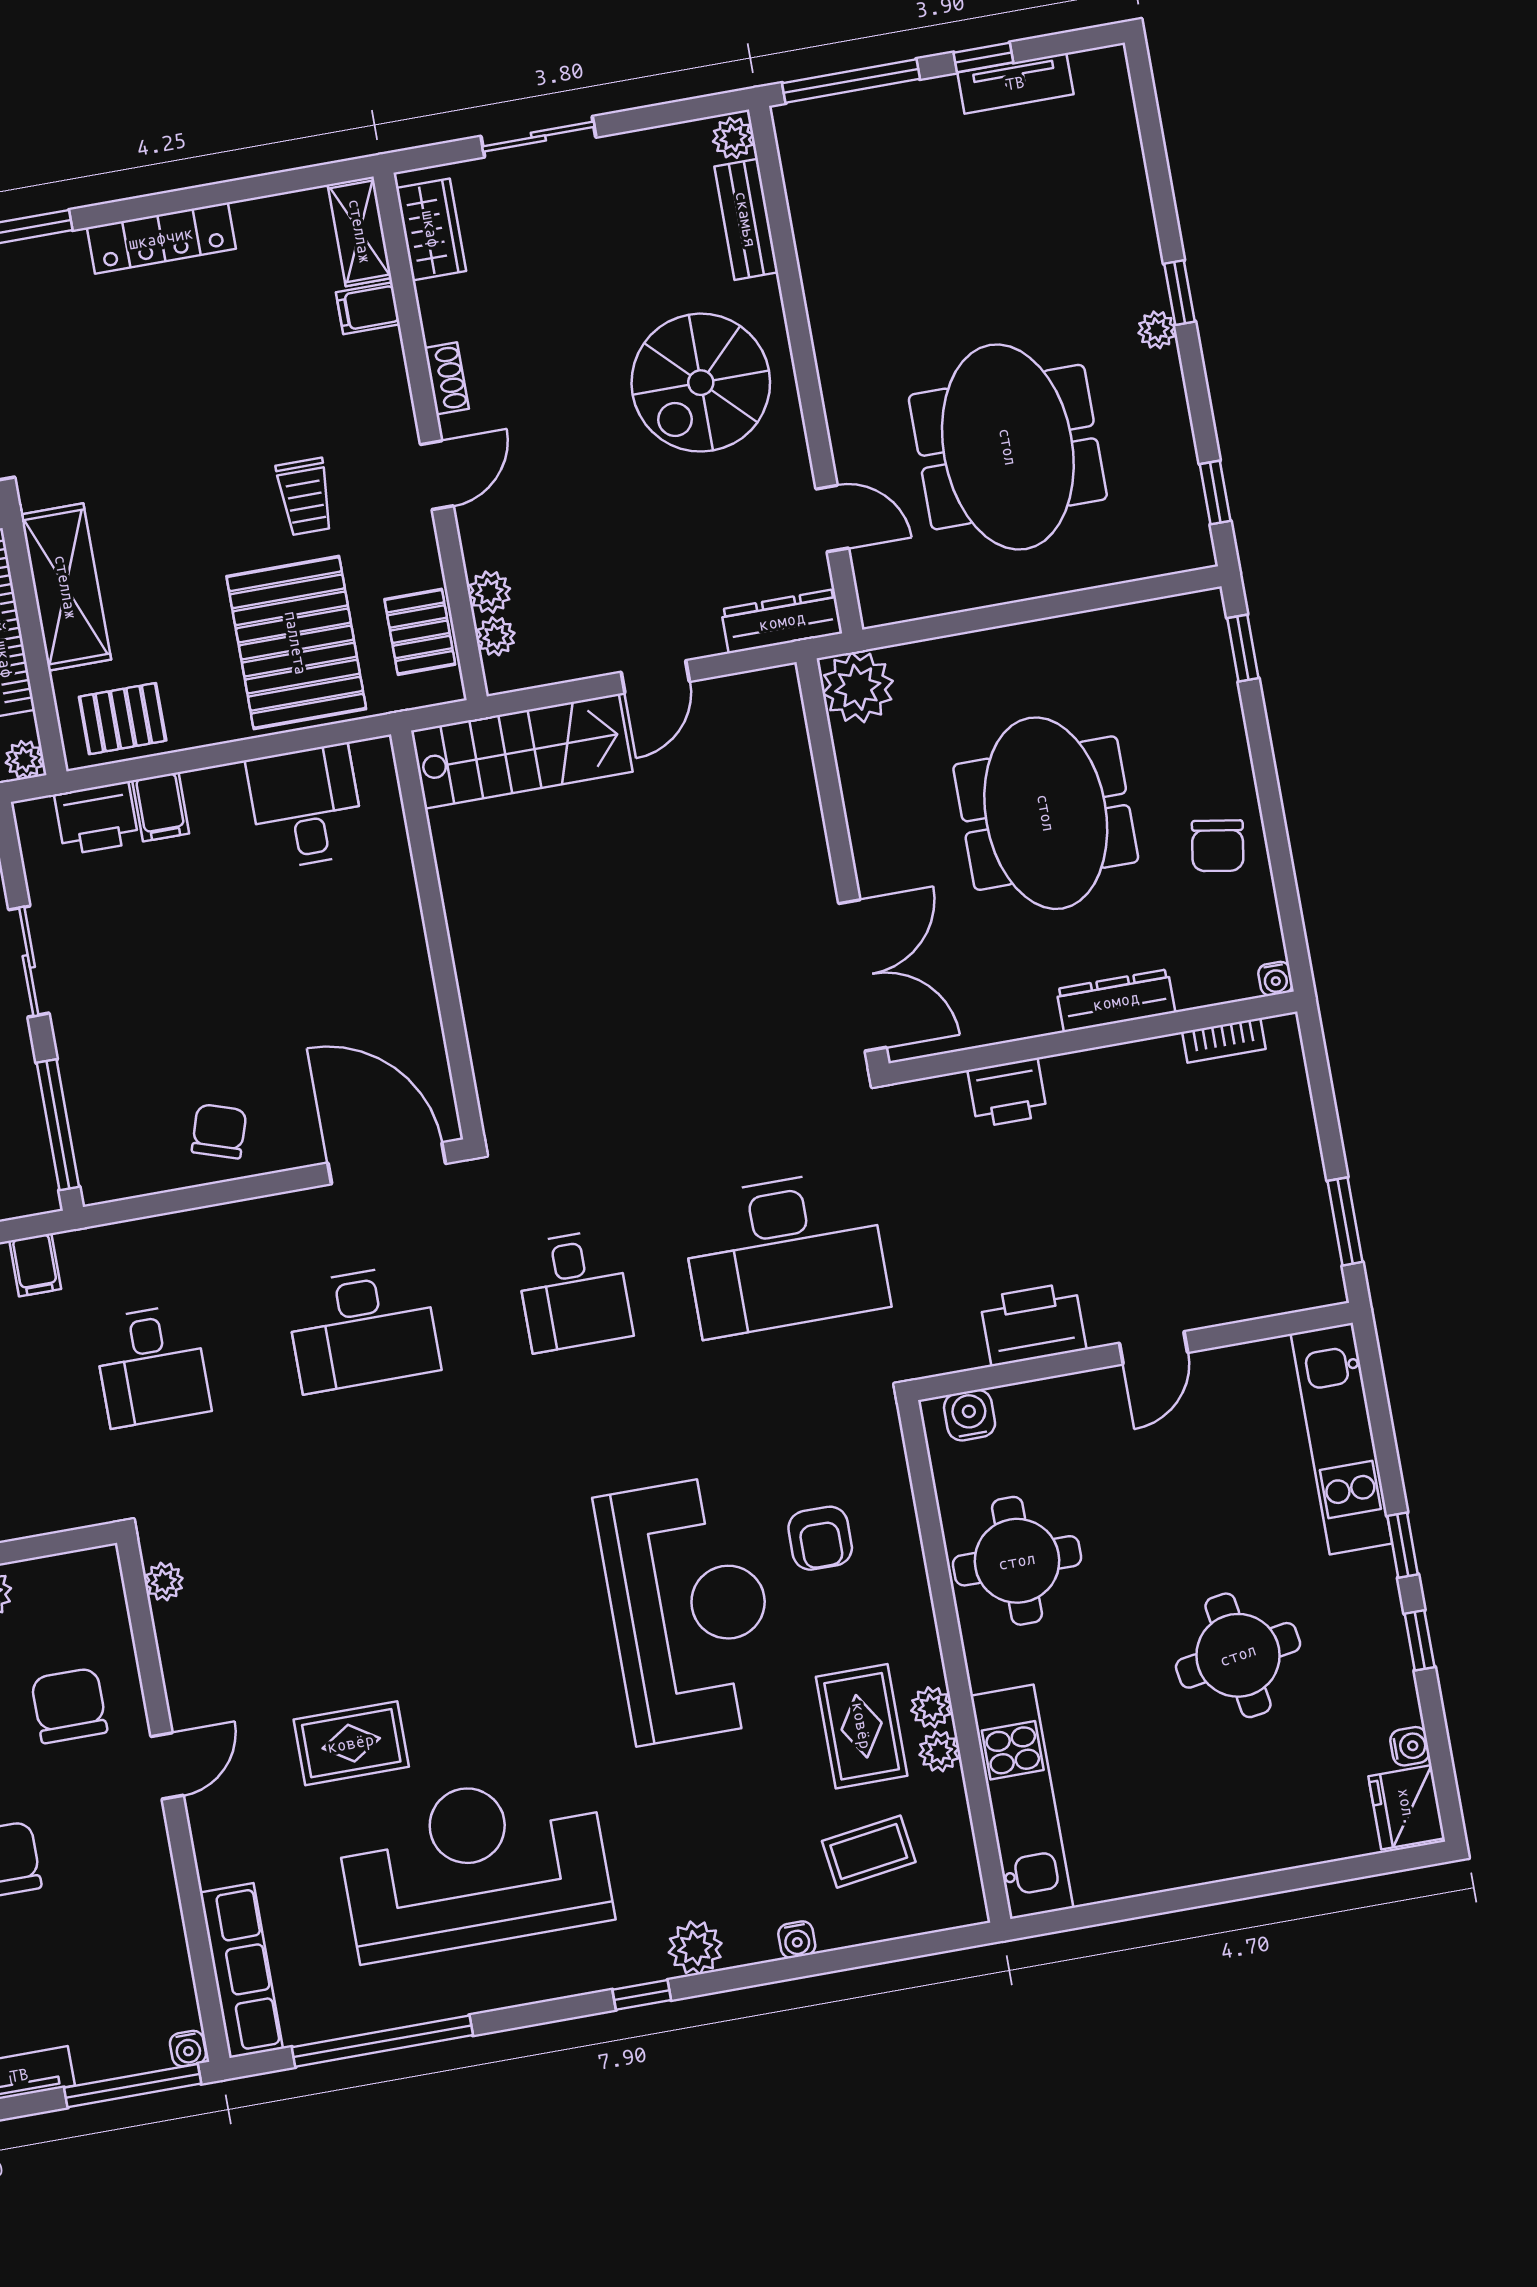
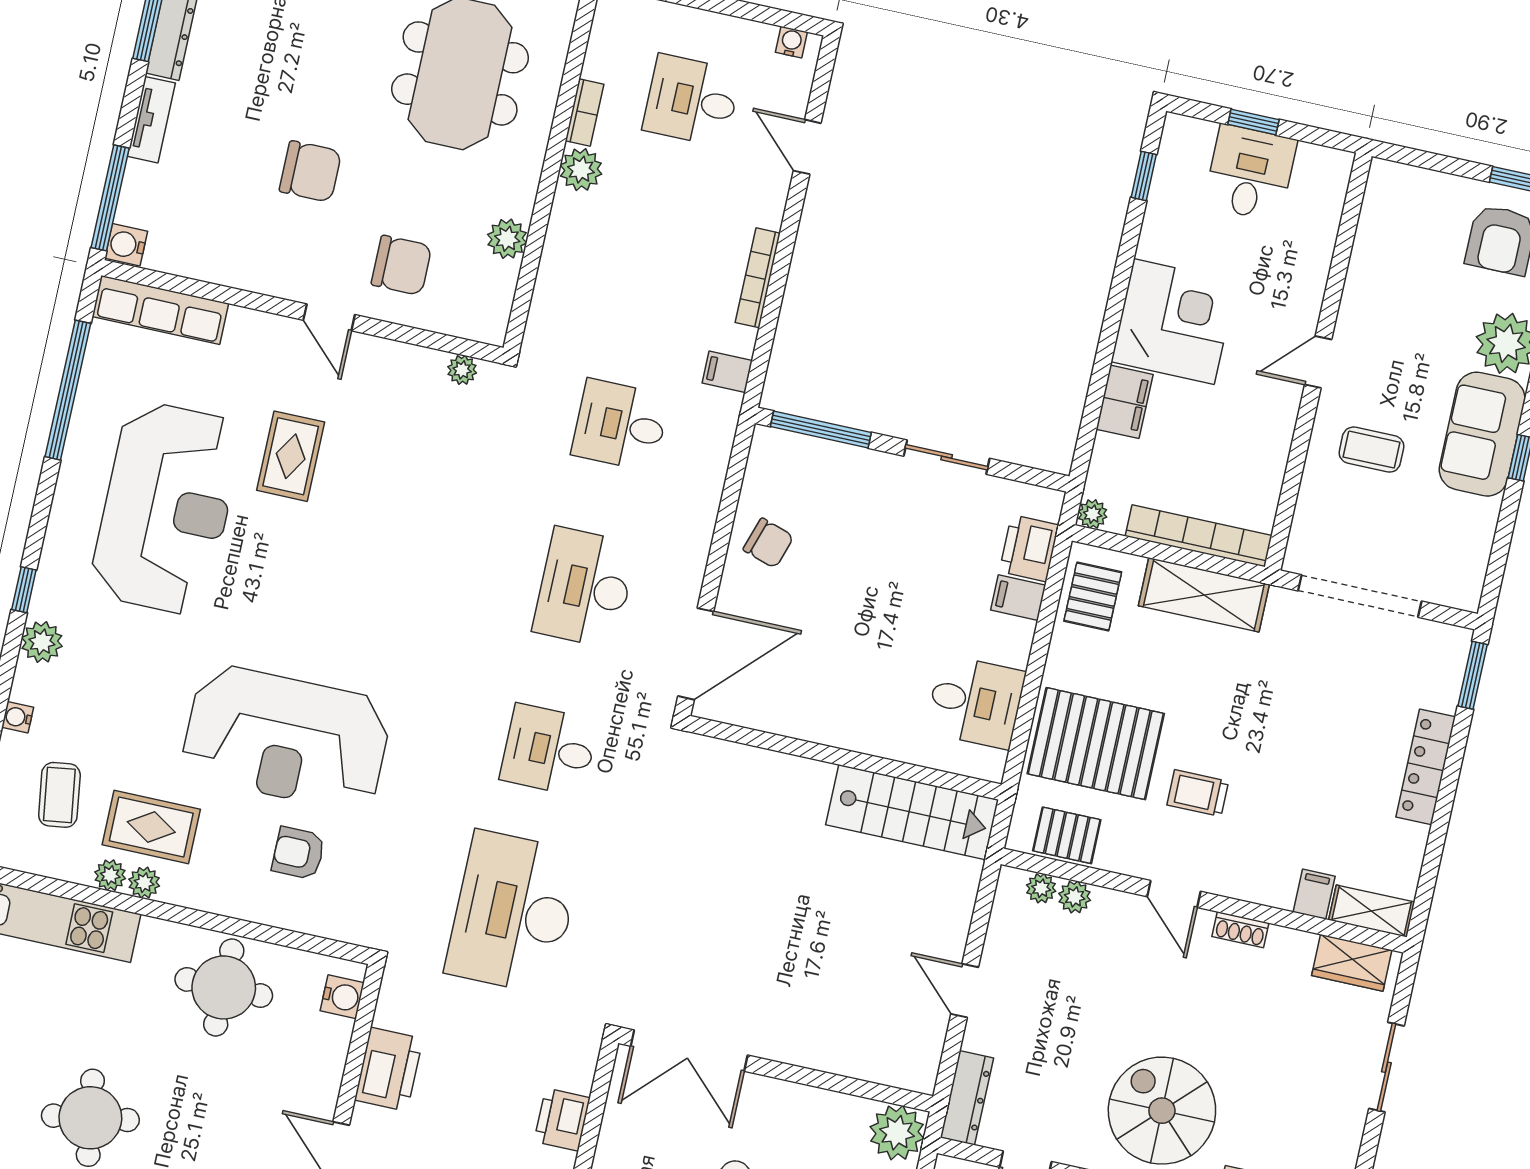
stairs: (522, 751) -> (912, 812), moved, turned -90
water cooler: (188, 2049) -> (126, 245), width x1.38, depth x1.38

